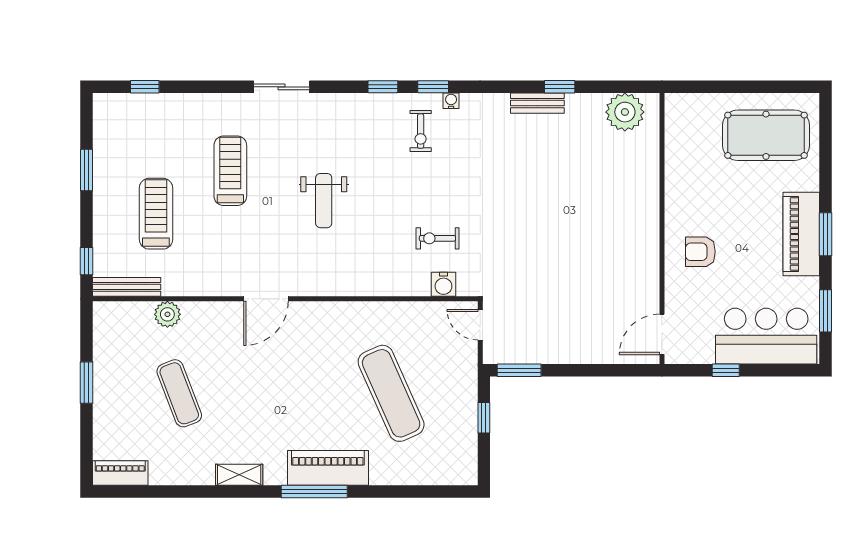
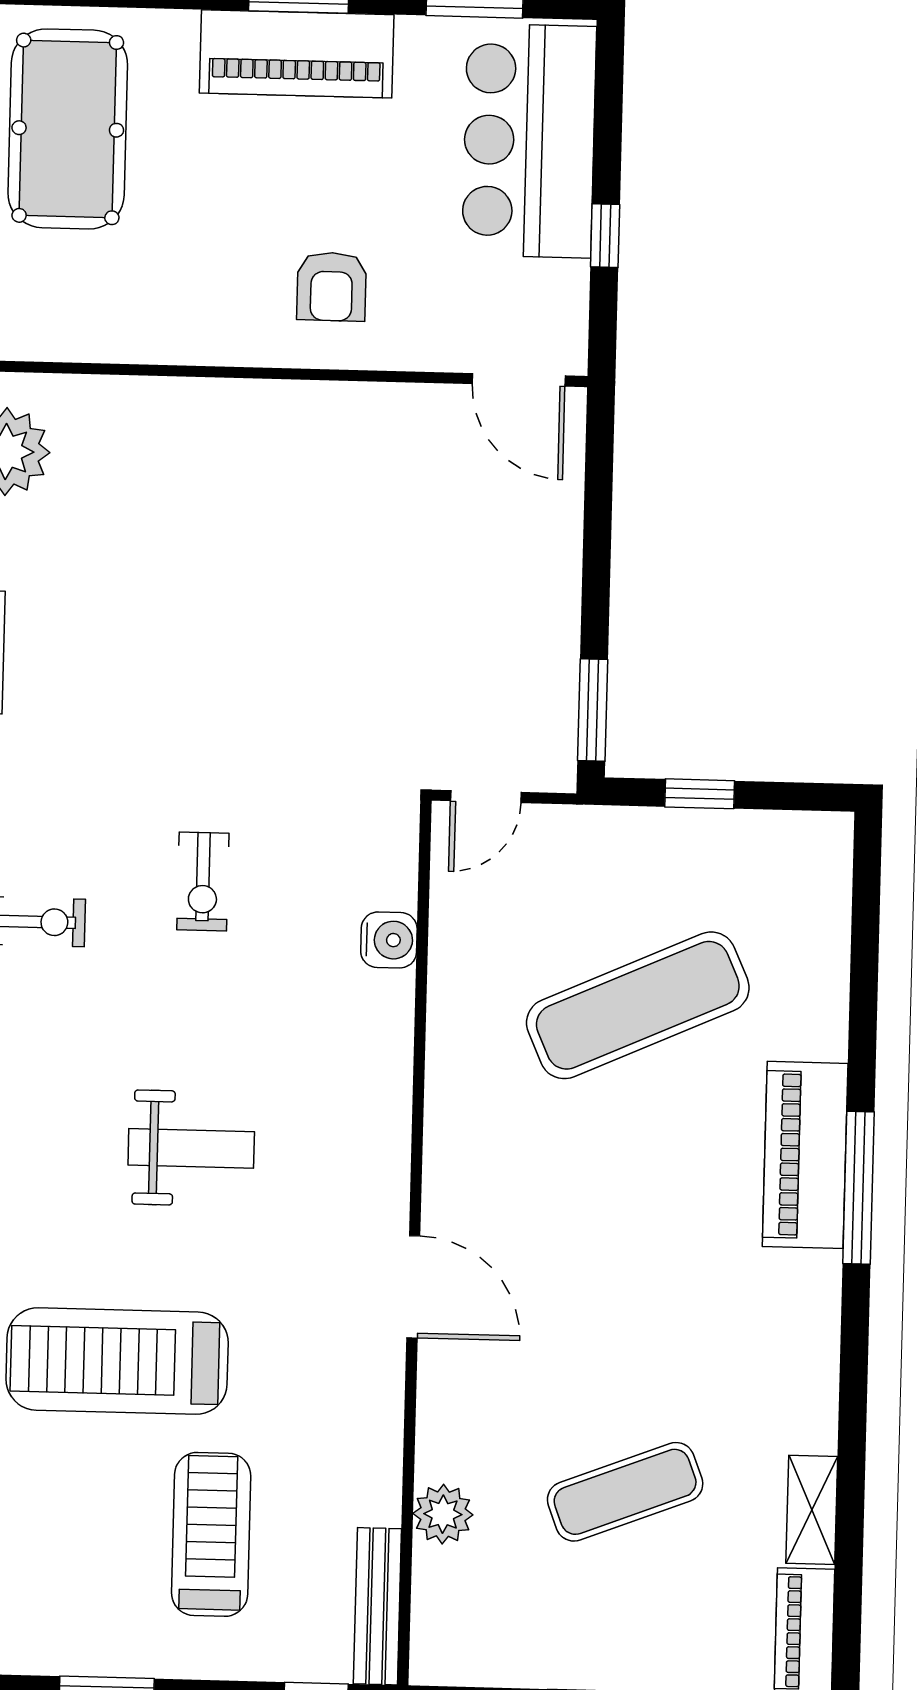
treadmill: (230, 171) -> (117, 1361), width x1.37, depth x1.38
treadmill: (156, 214) -> (211, 1534), turned 90
exercise bike: (437, 238) -> (203, 882), moved
water cooler: (443, 284) -> (389, 940), moved
shelving: (239, 475) -> (812, 1510), moved

